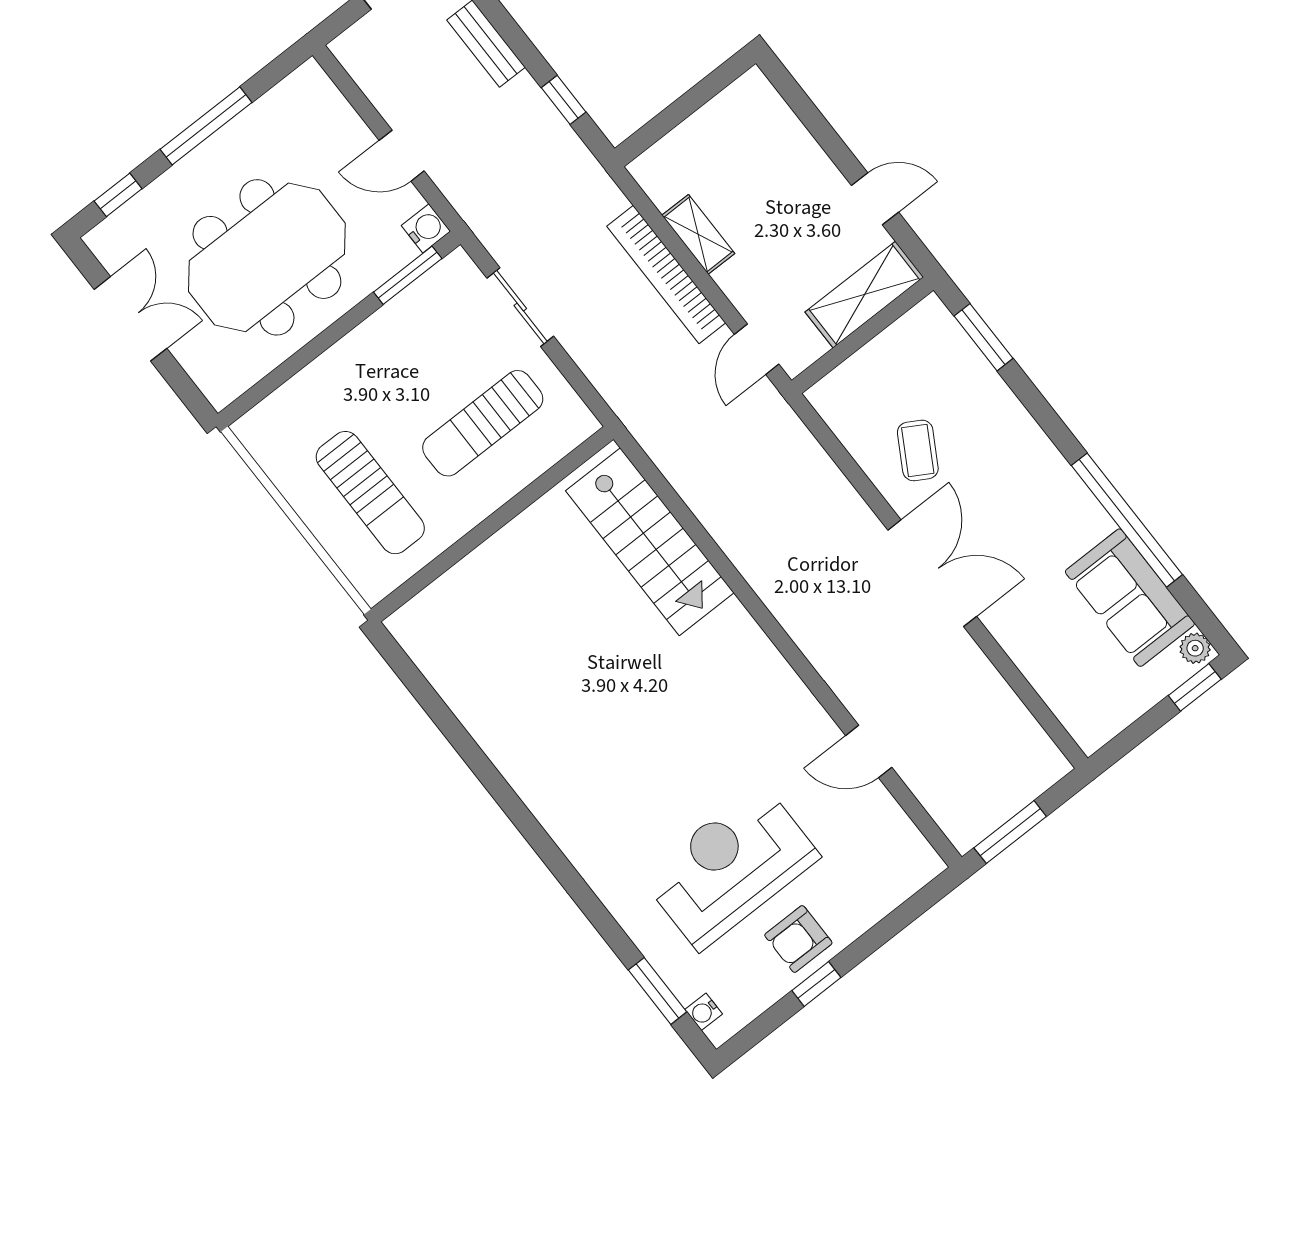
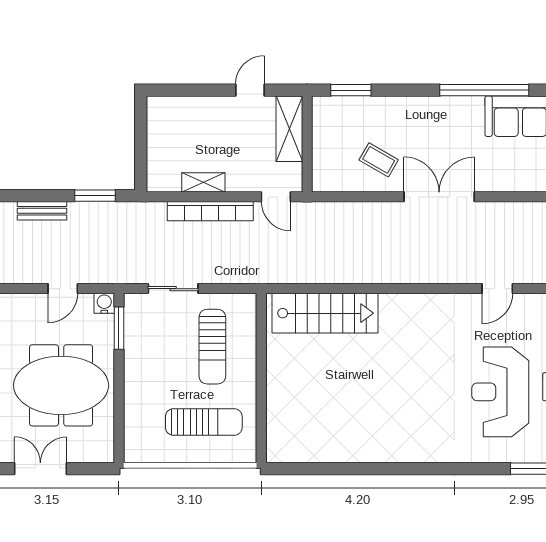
window: (564, 100) -> (95, 196), width x1.50
meeting table: (267, 257) -> (61, 385), turned 90

